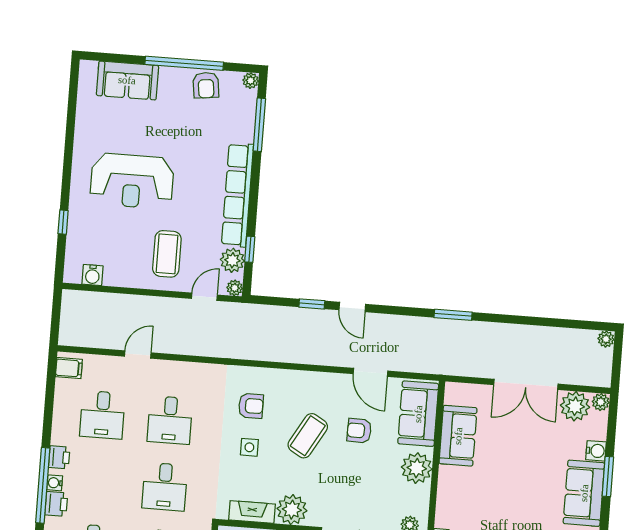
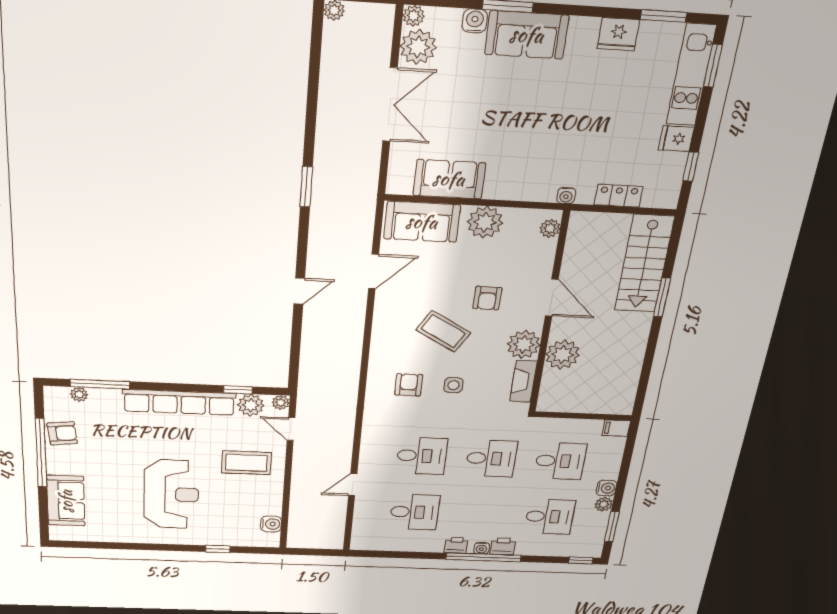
plant: (251, 81) -> (79, 394), moved
window: (312, 304) -> (297, 331), removed
door: (138, 355) -> (353, 485), hinge flipped
filing cabinet: (69, 368) -> (366, 540), removed
armchair: (359, 431) -> (487, 298), moved

